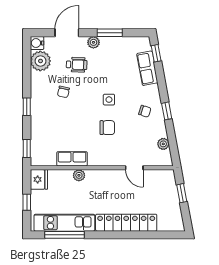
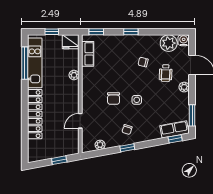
window: (110, 33) -> (192, 115), moved
row of seats: (147, 68) -> (174, 129), moved
row of seats: (72, 159) -> (88, 54), moved

